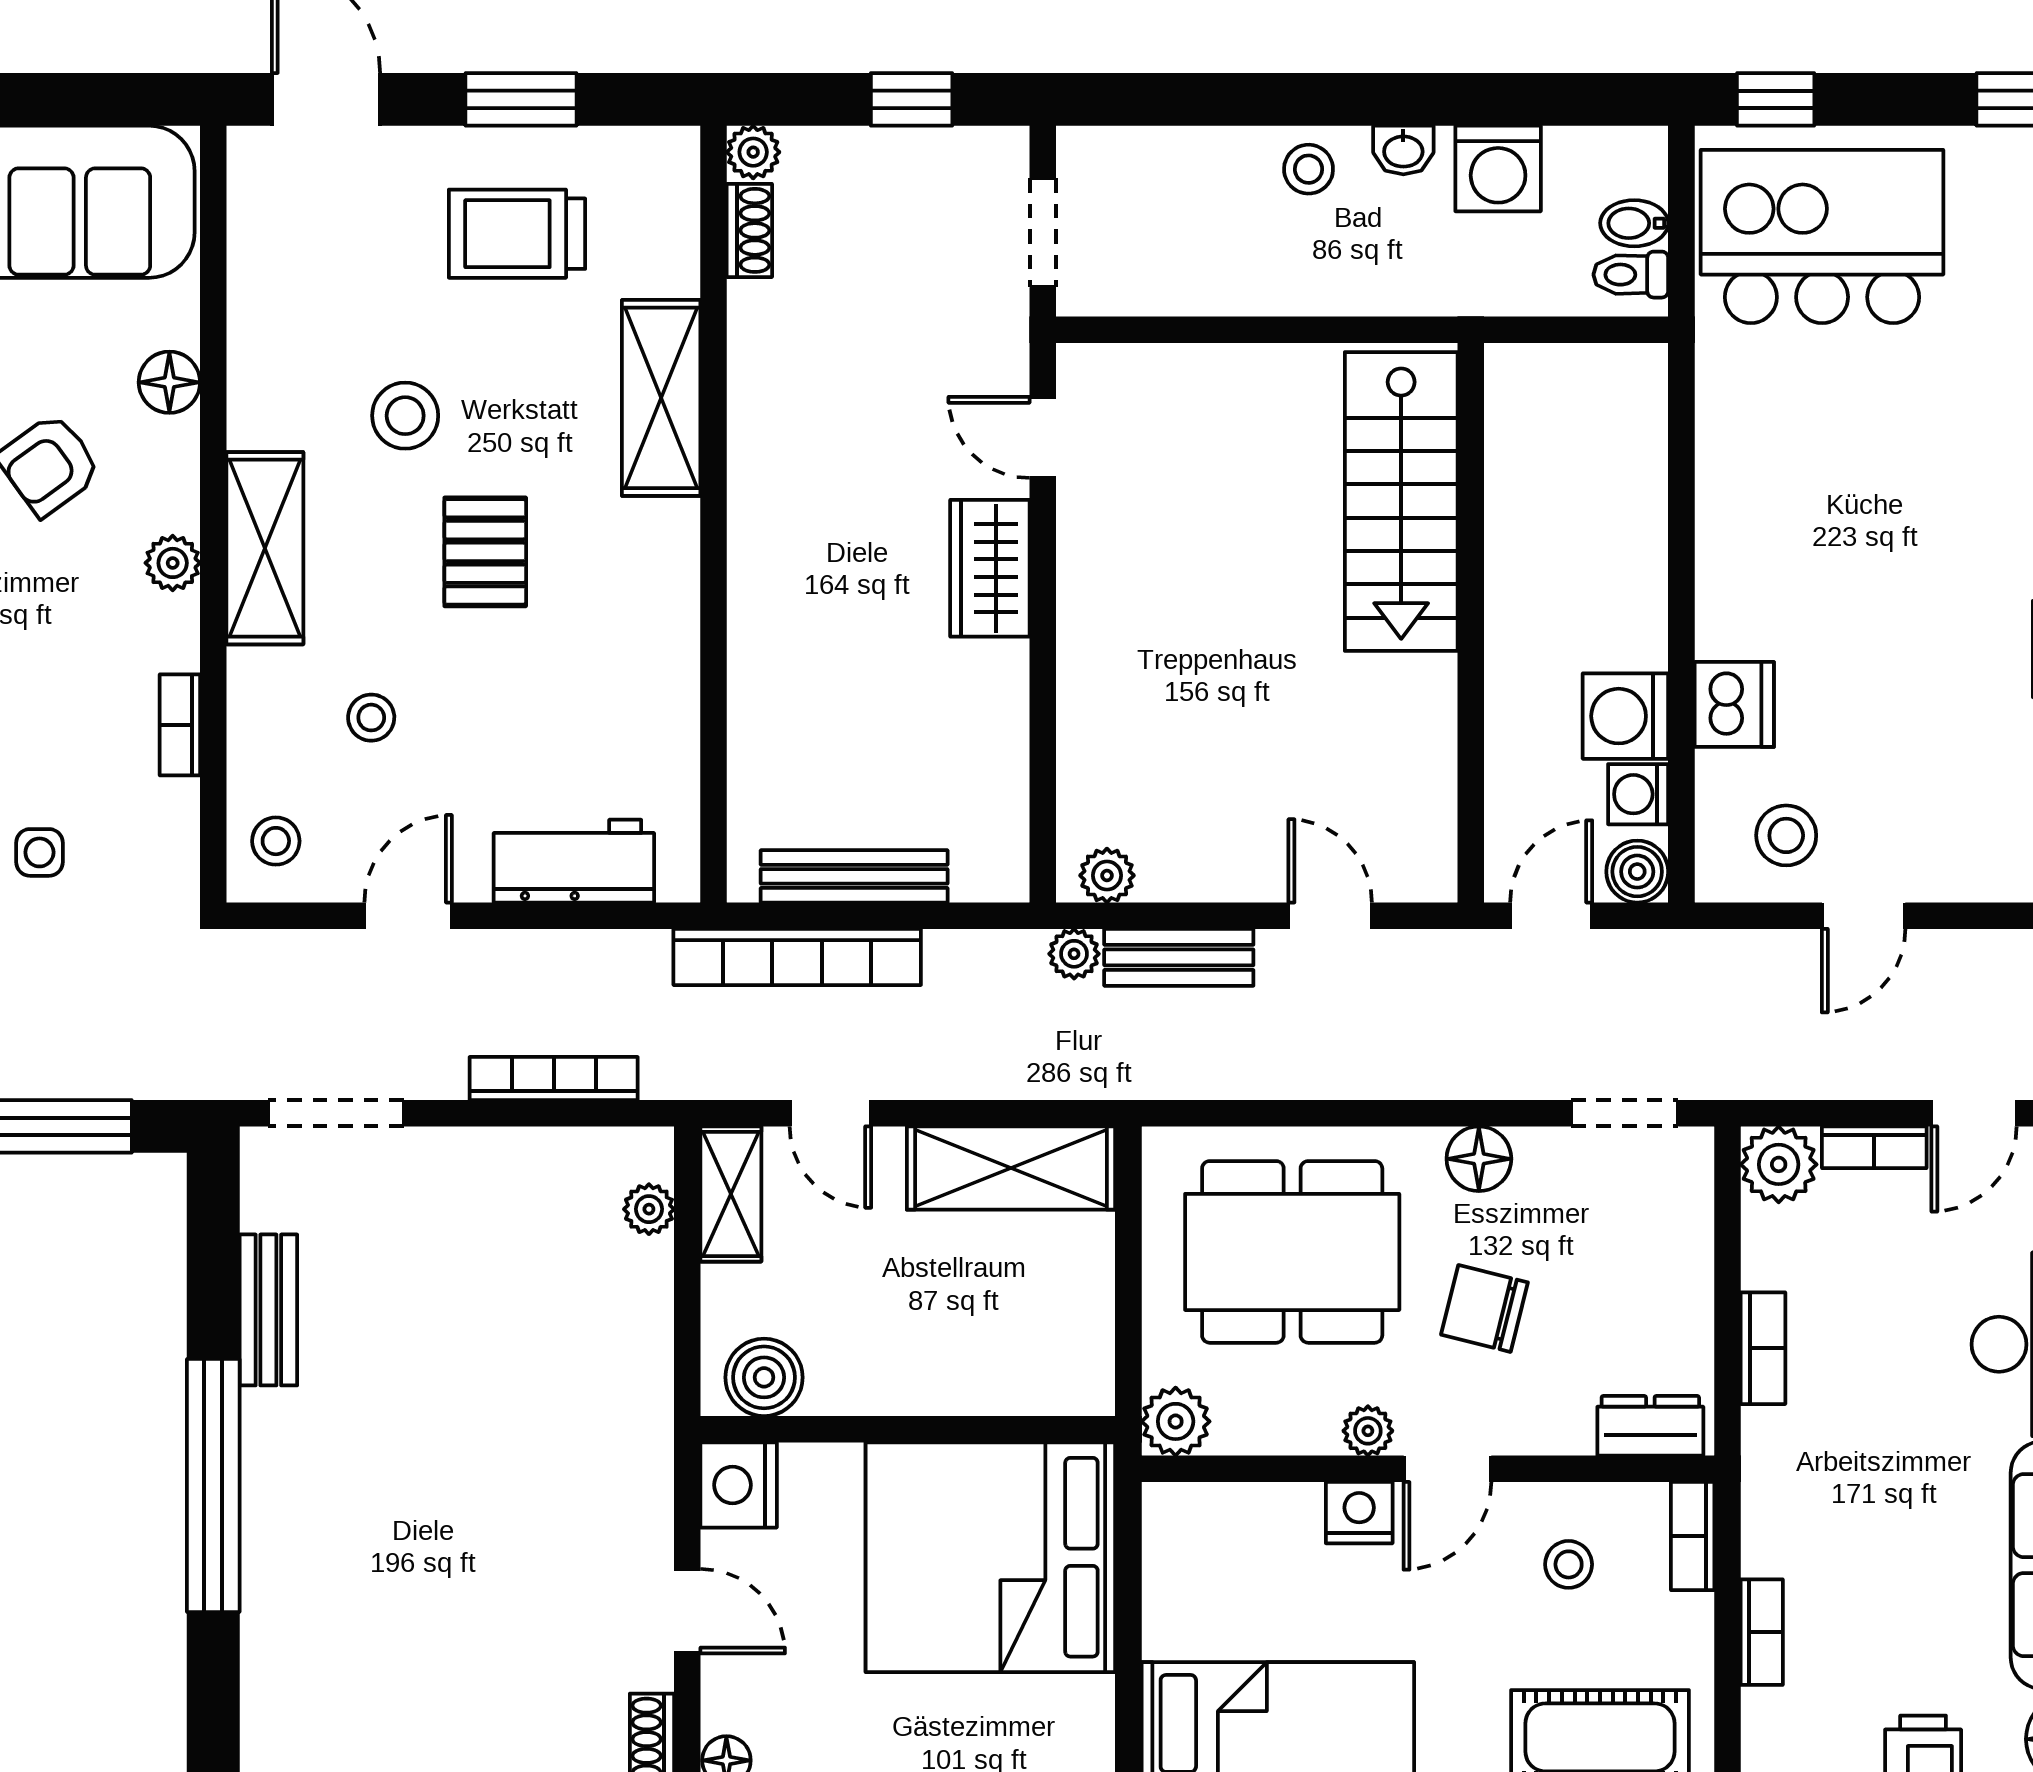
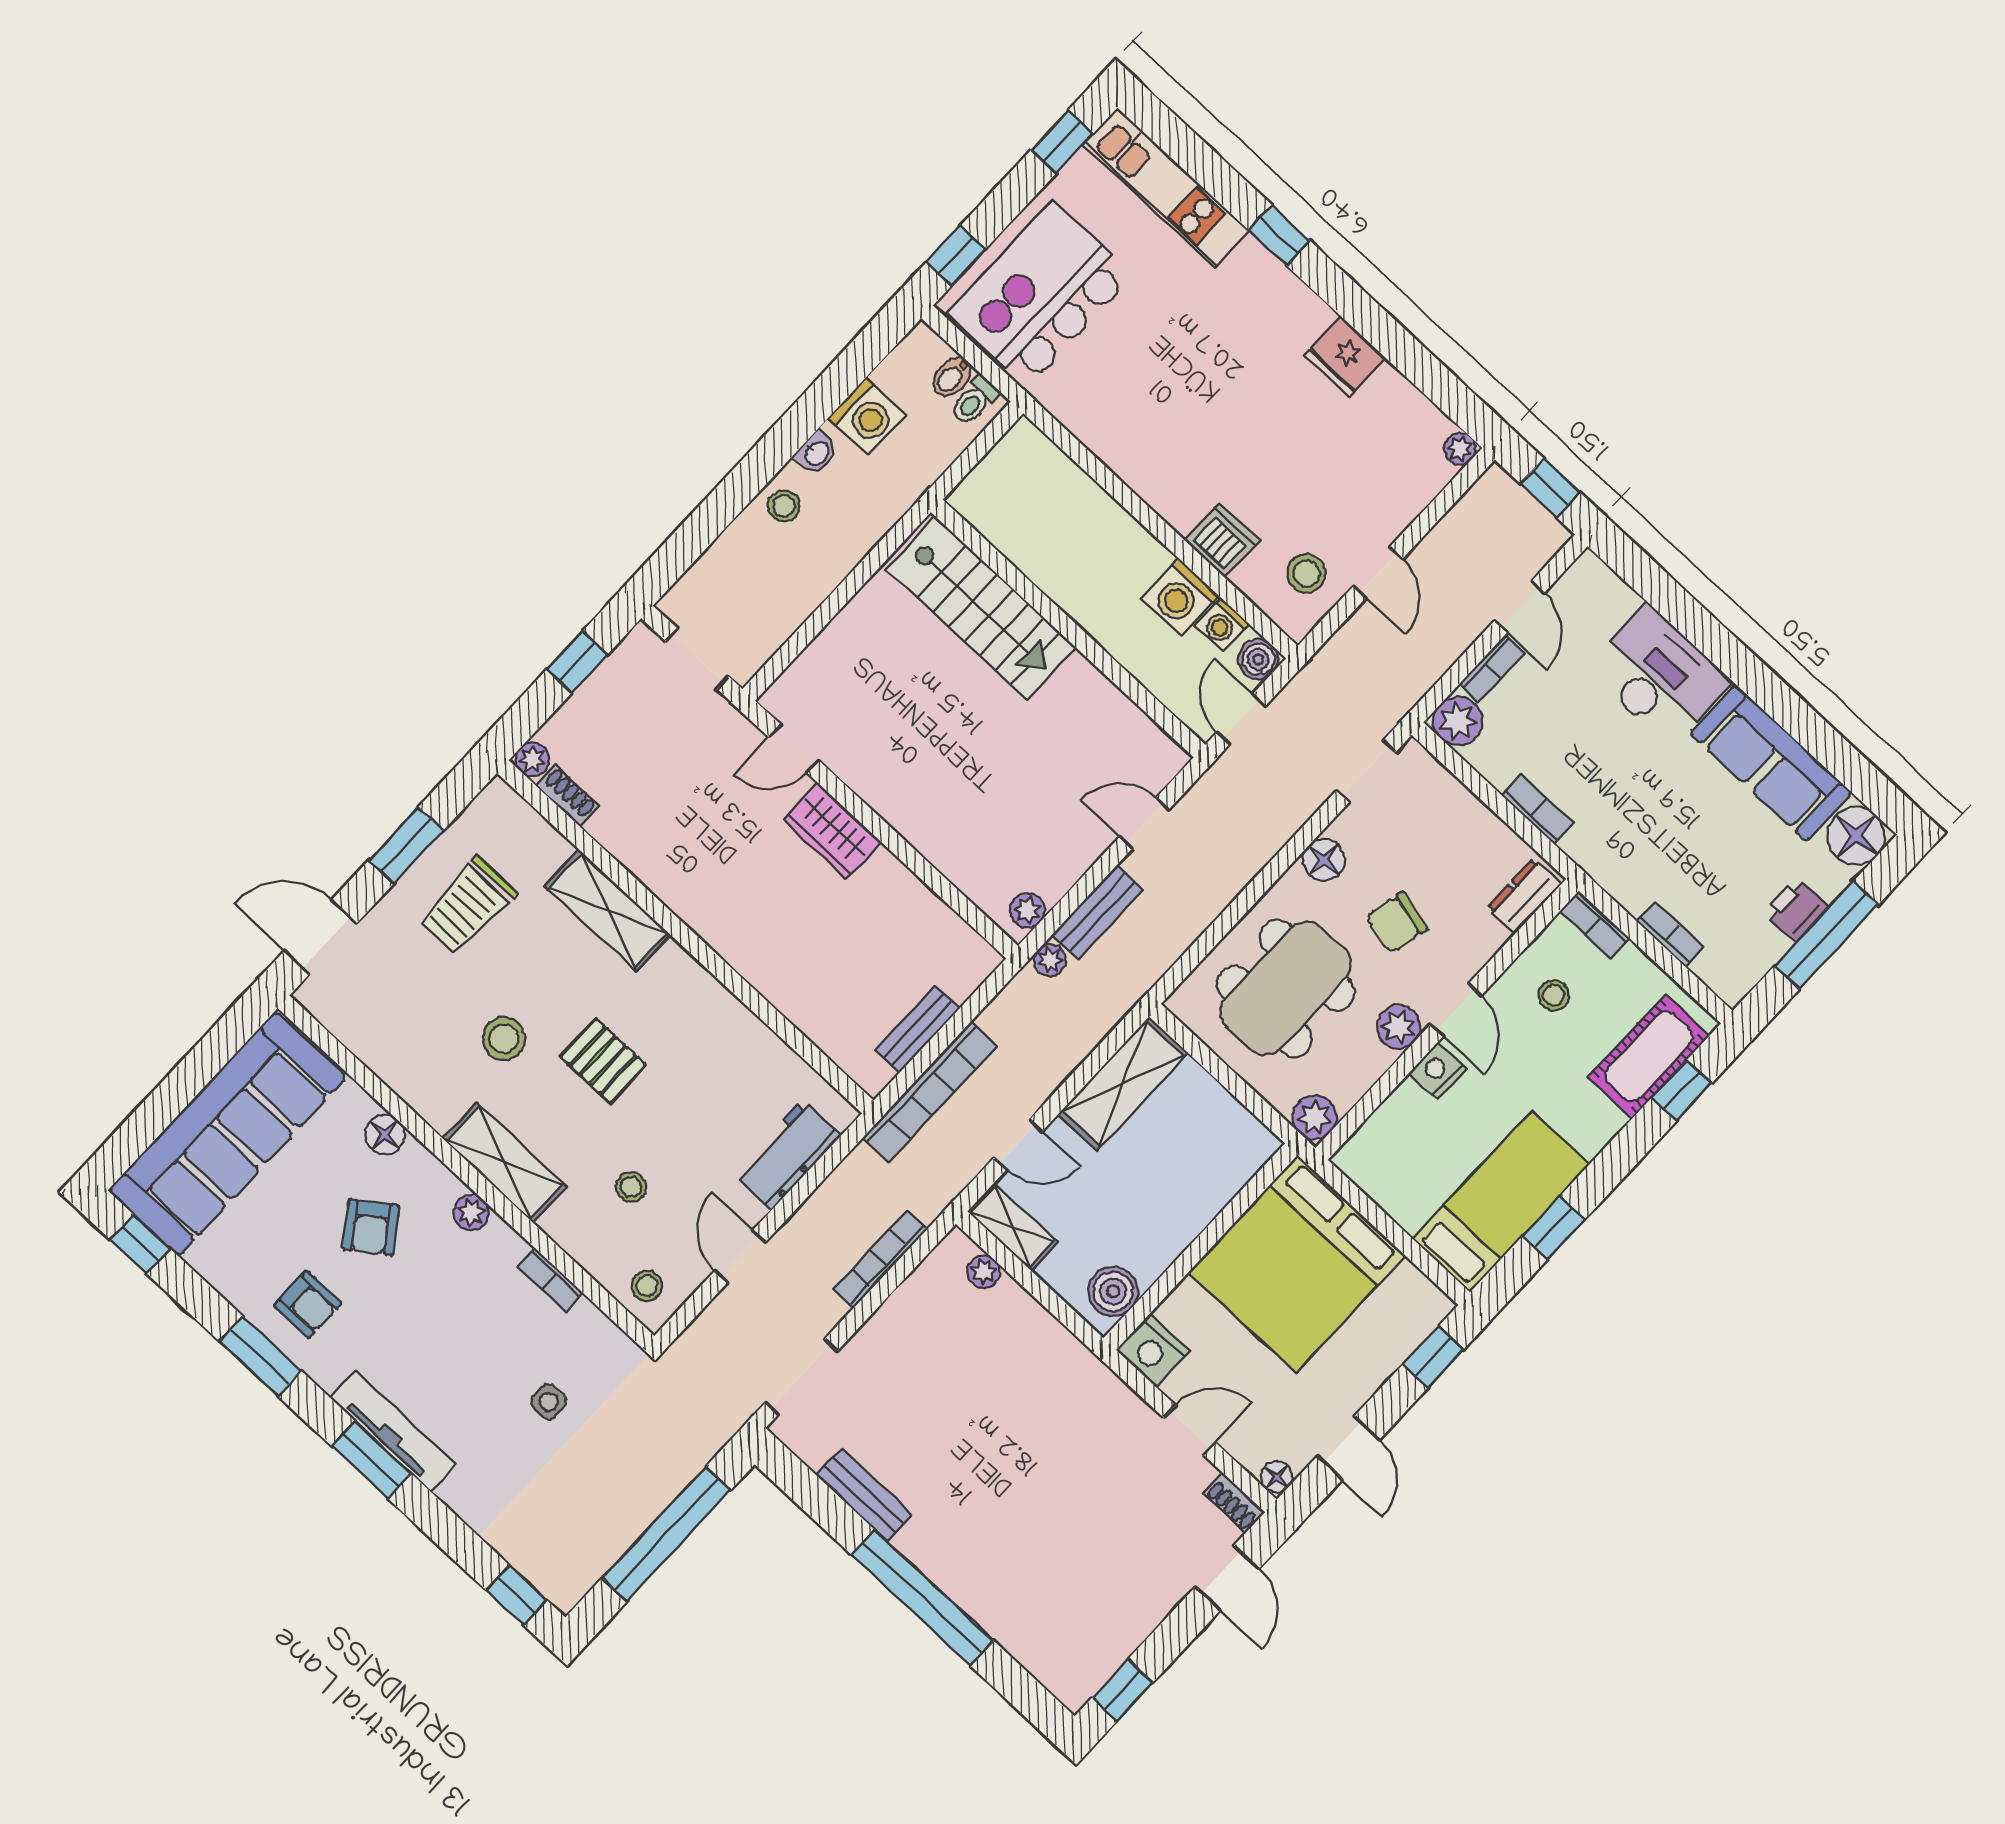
bench: (854, 876) -> (917, 1030), width x0.73
plant: (1368, 1431) -> (1399, 1027), width x1.38, depth x1.38

